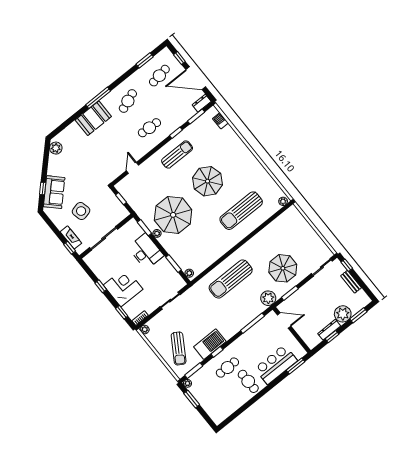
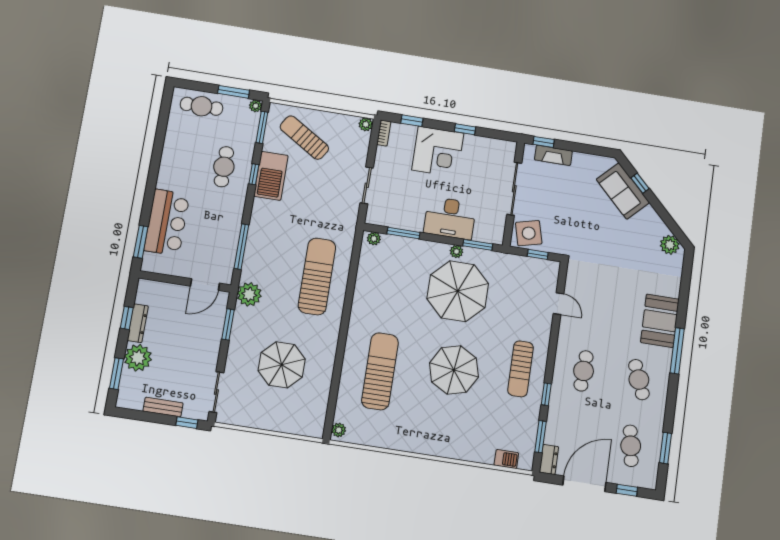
side table: (81, 211) -> (529, 233), moved
parasol: (283, 268) -> (282, 365), moved
cafe table: (248, 381) -> (202, 106), moved

